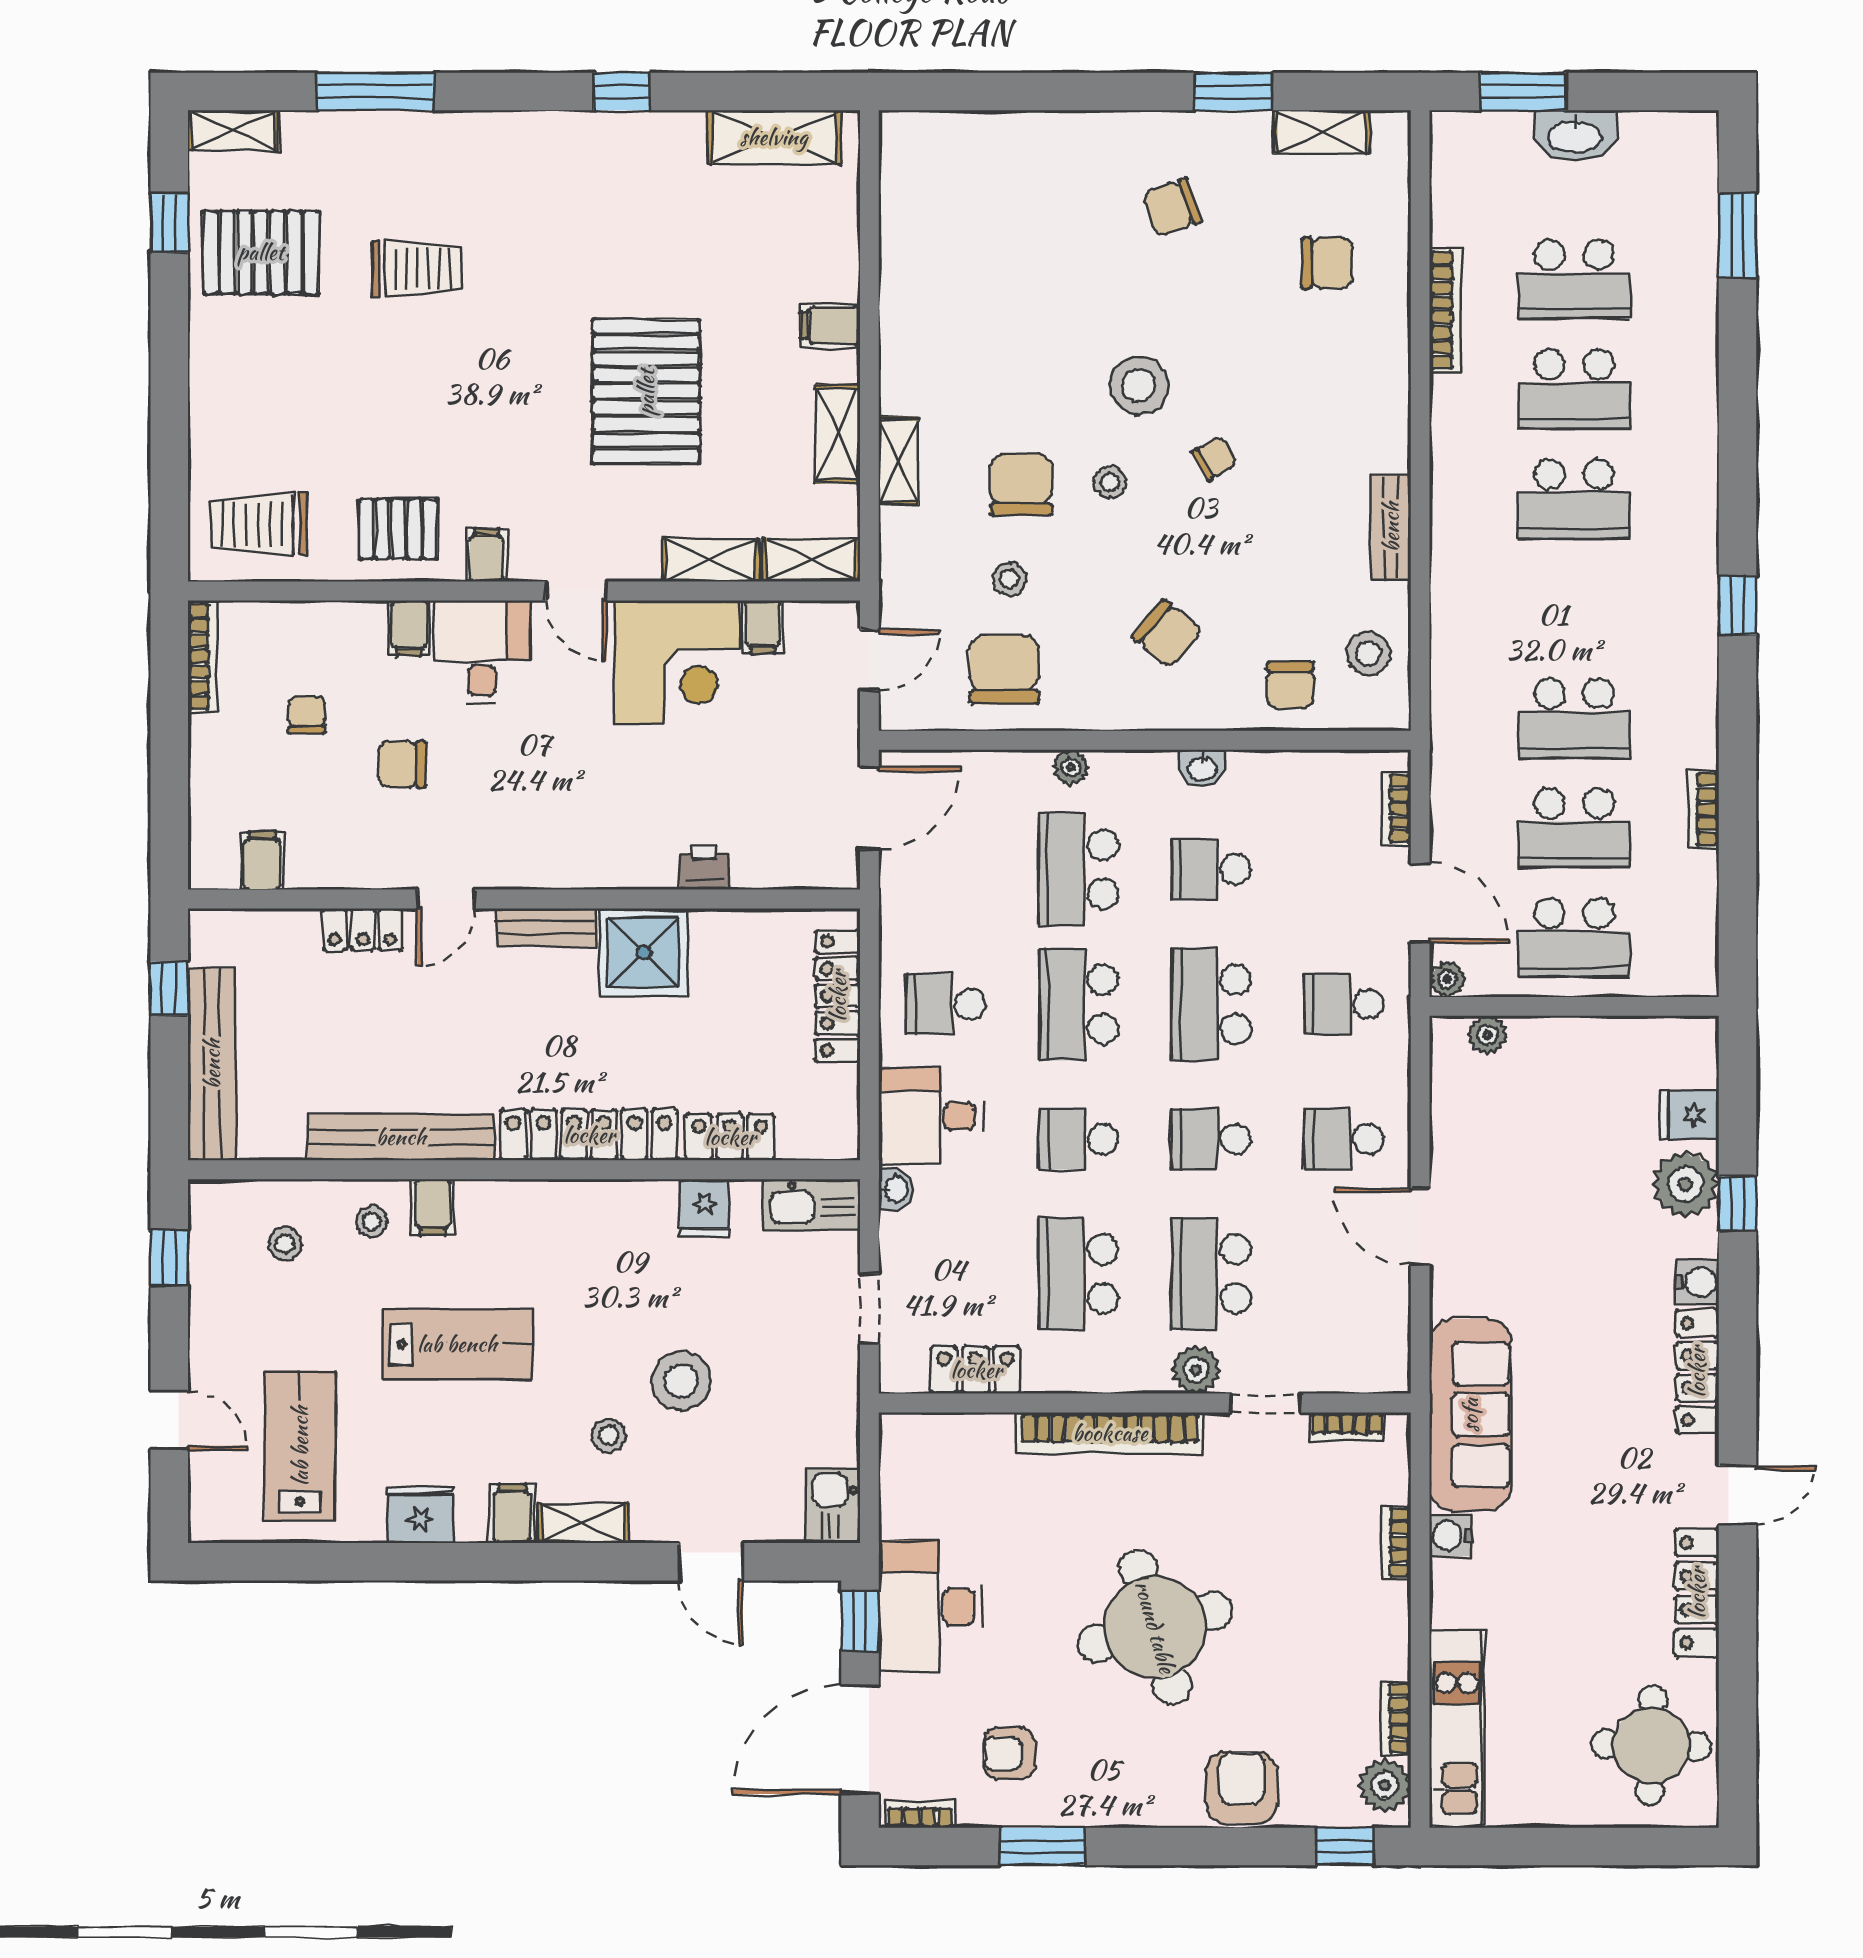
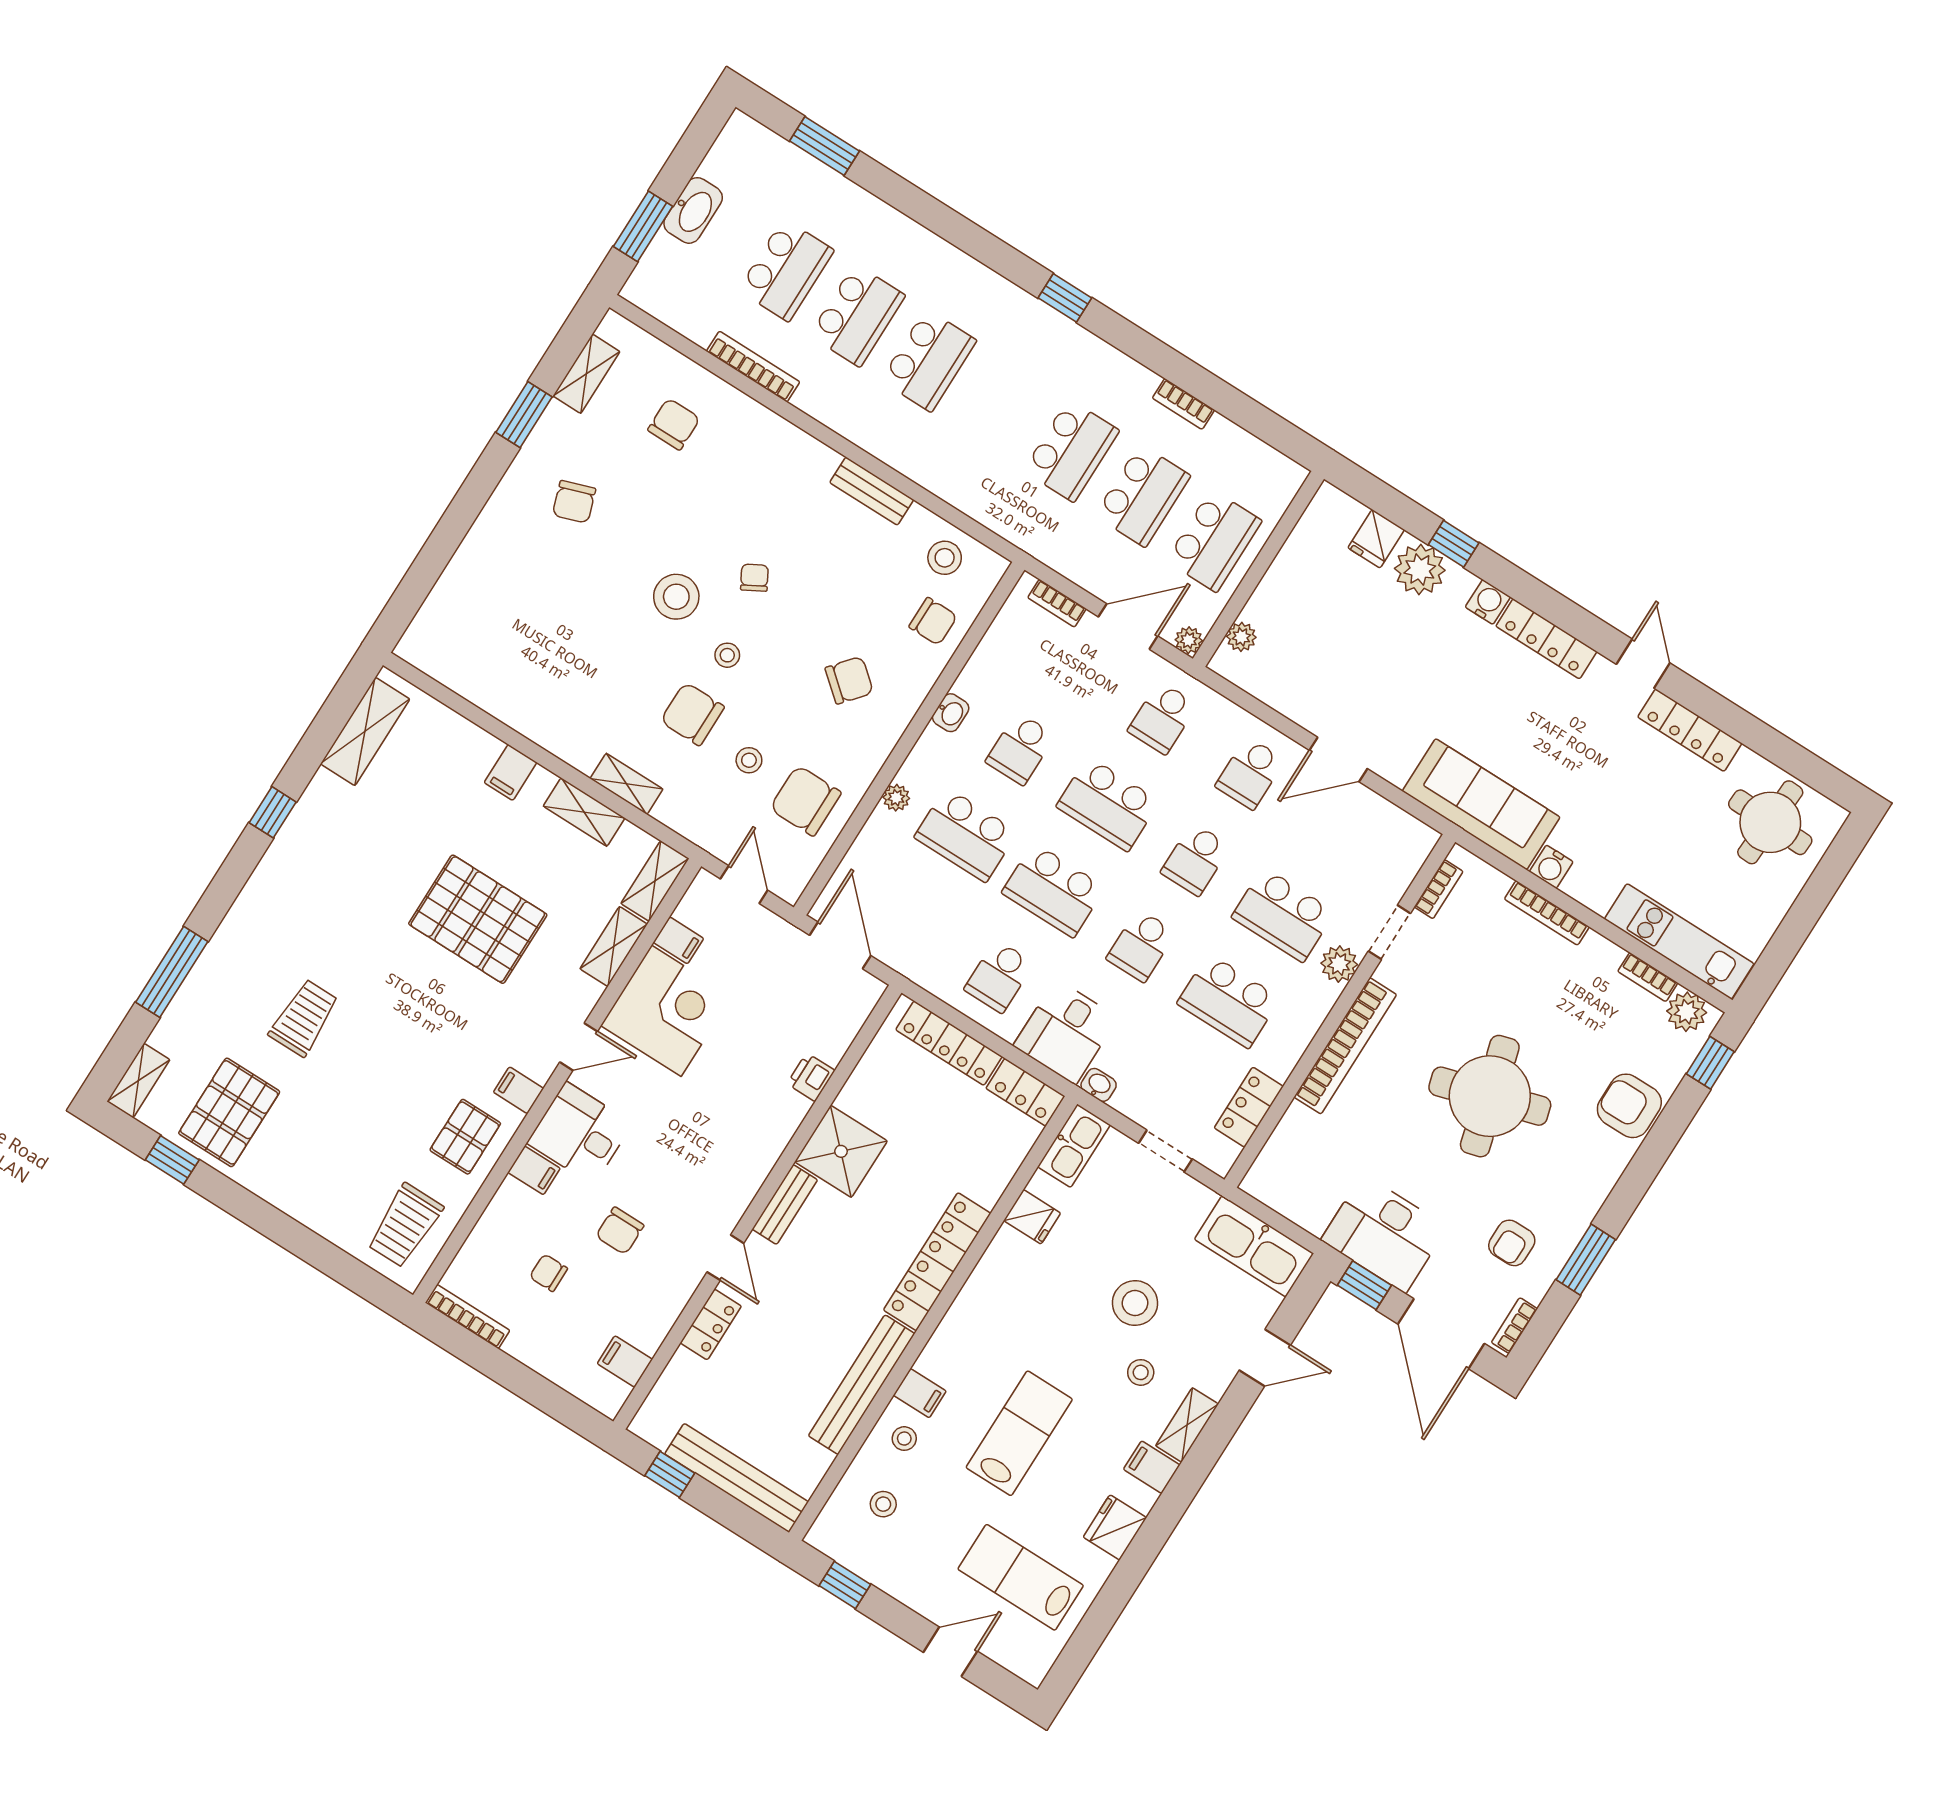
locker: (730, 1137) -> (1025, 1092), moved, turned -90
kitchen sink: (833, 1505) -> (1254, 1246), width x1.88, depth x1.24
bookcase: (1396, 1542) -> (1547, 913), width x1.56

